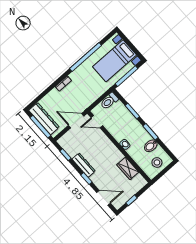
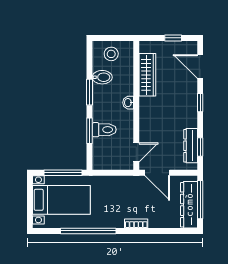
toilet: (109, 101) -> (104, 130), moved
door: (97, 122) -> (136, 152), hinge flipped
dresser: (84, 165) -> (191, 146), moved
wardrobe: (128, 168) -> (147, 75), width x1.50

